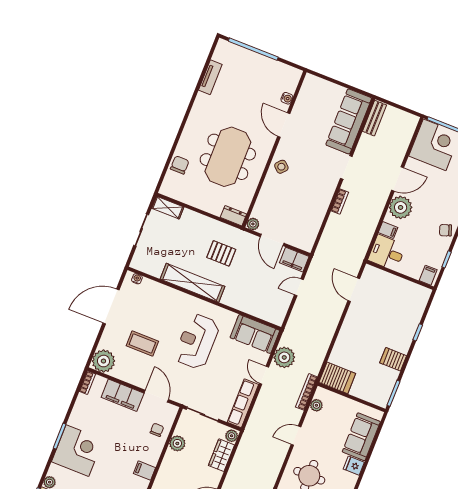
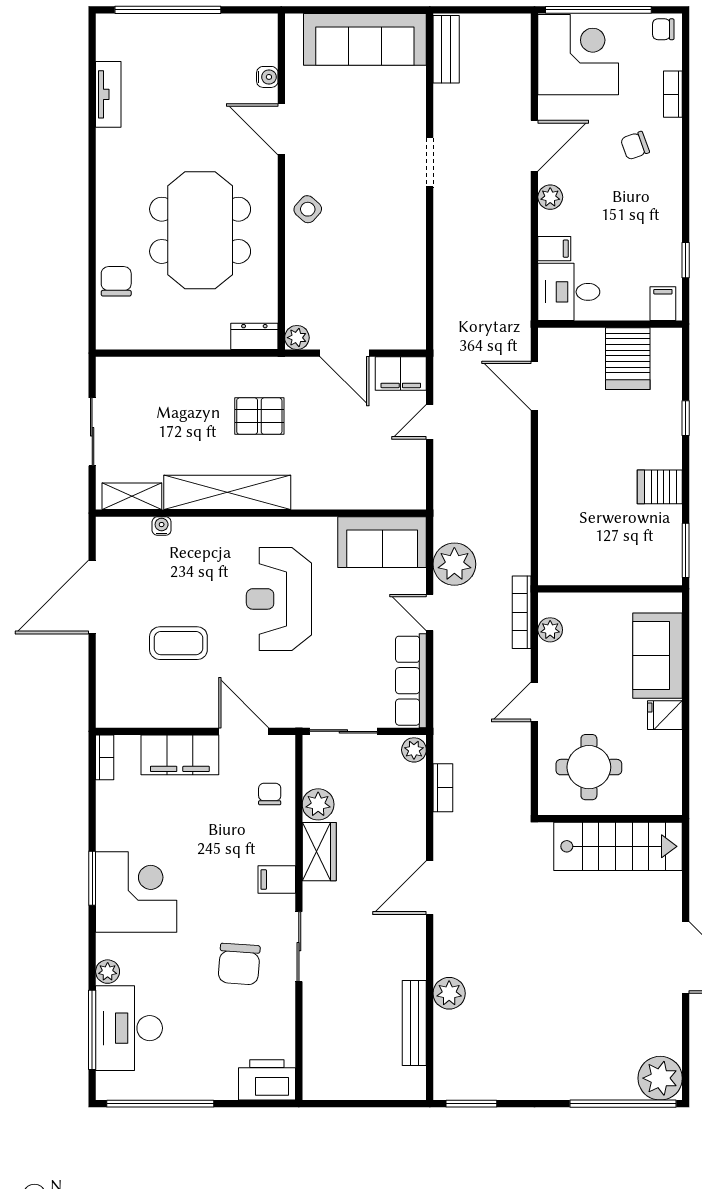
sofa: (349, 121) -> (365, 39), moved, turned -90
bookcase: (340, 201) -> (443, 788), moved
plant: (401, 207) -> (550, 197), width x0.53, depth x0.53
shelving: (168, 208) -> (132, 496), moved
chair: (446, 230) -> (635, 146), moved
water cooler: (137, 279) -> (162, 526), moved
plant: (103, 361) -> (119, 705), removed
server rack: (337, 378) -> (628, 359), moved, turned 90
wardrobe: (221, 455) -> (319, 852), moved, turned 180

